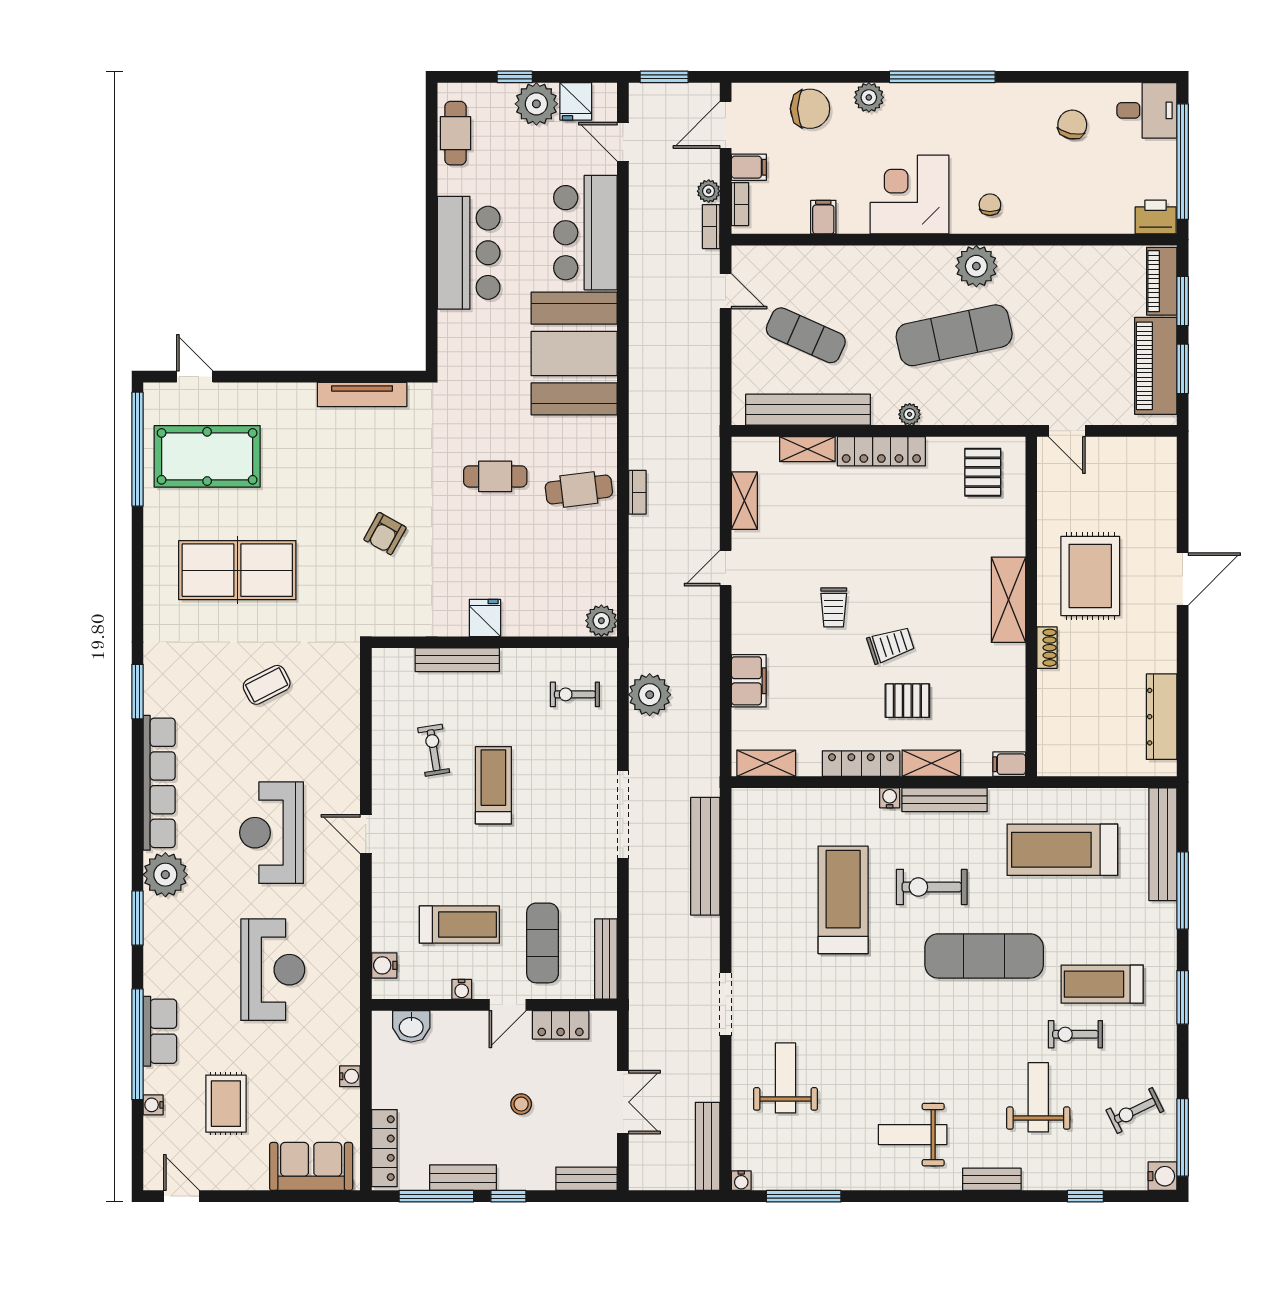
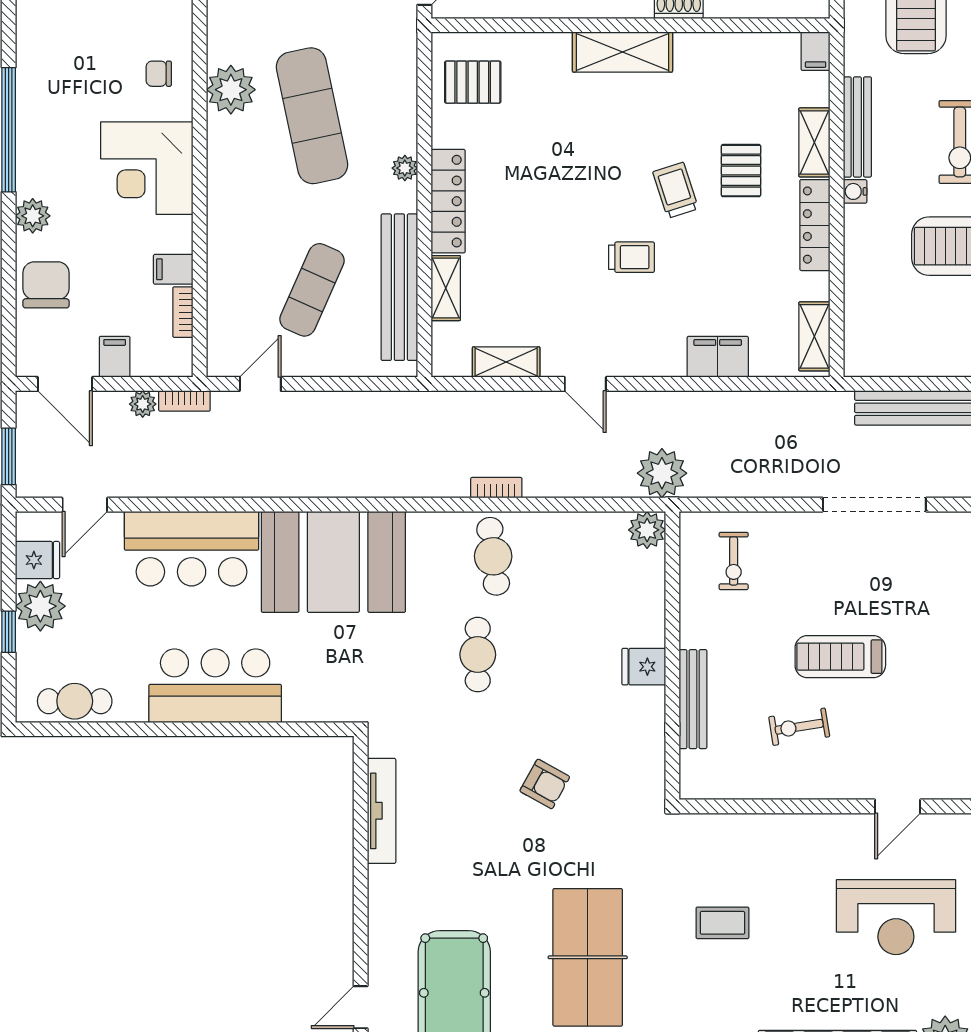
bookcase: (740, 204) -> (183, 312), moved, turned -90
coffee table: (267, 685) -> (722, 923), turned -63
plant: (650, 695) -> (662, 473), moved

